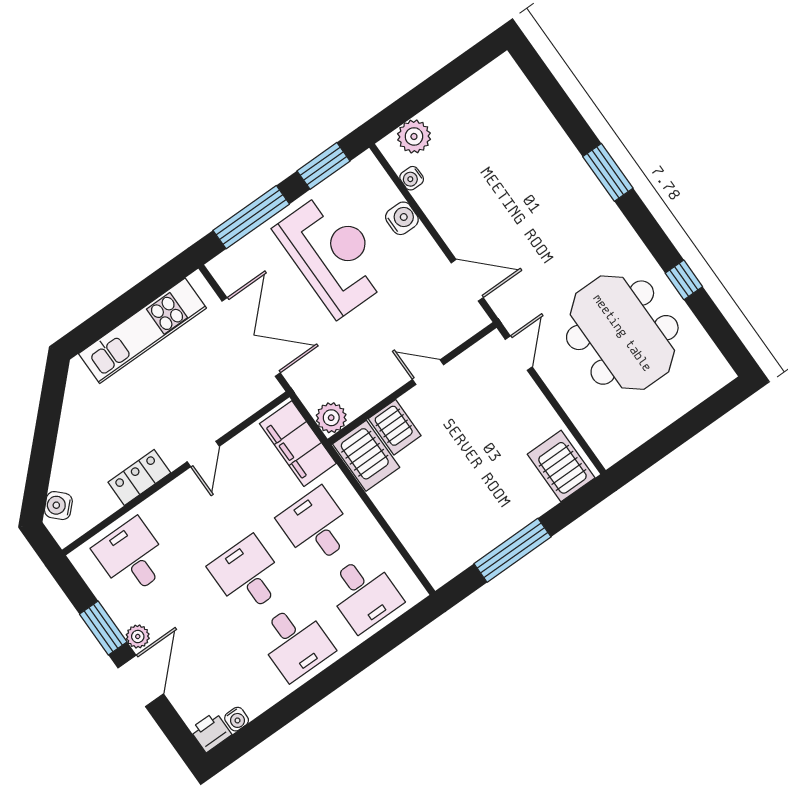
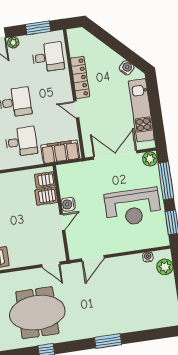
water cooler: (402, 218) -> (68, 204), moved, turned 90
double door: (251, 337) -> (115, 155), swing flipped
plant: (331, 418) -> (150, 159), moved
server rack: (366, 456) -> (45, 180), width x0.73, depth x0.70
locker: (139, 477) -> (80, 77), width x1.53
water cooler: (58, 506) -> (127, 68), moved
window: (103, 628) -> (38, 28), moved

